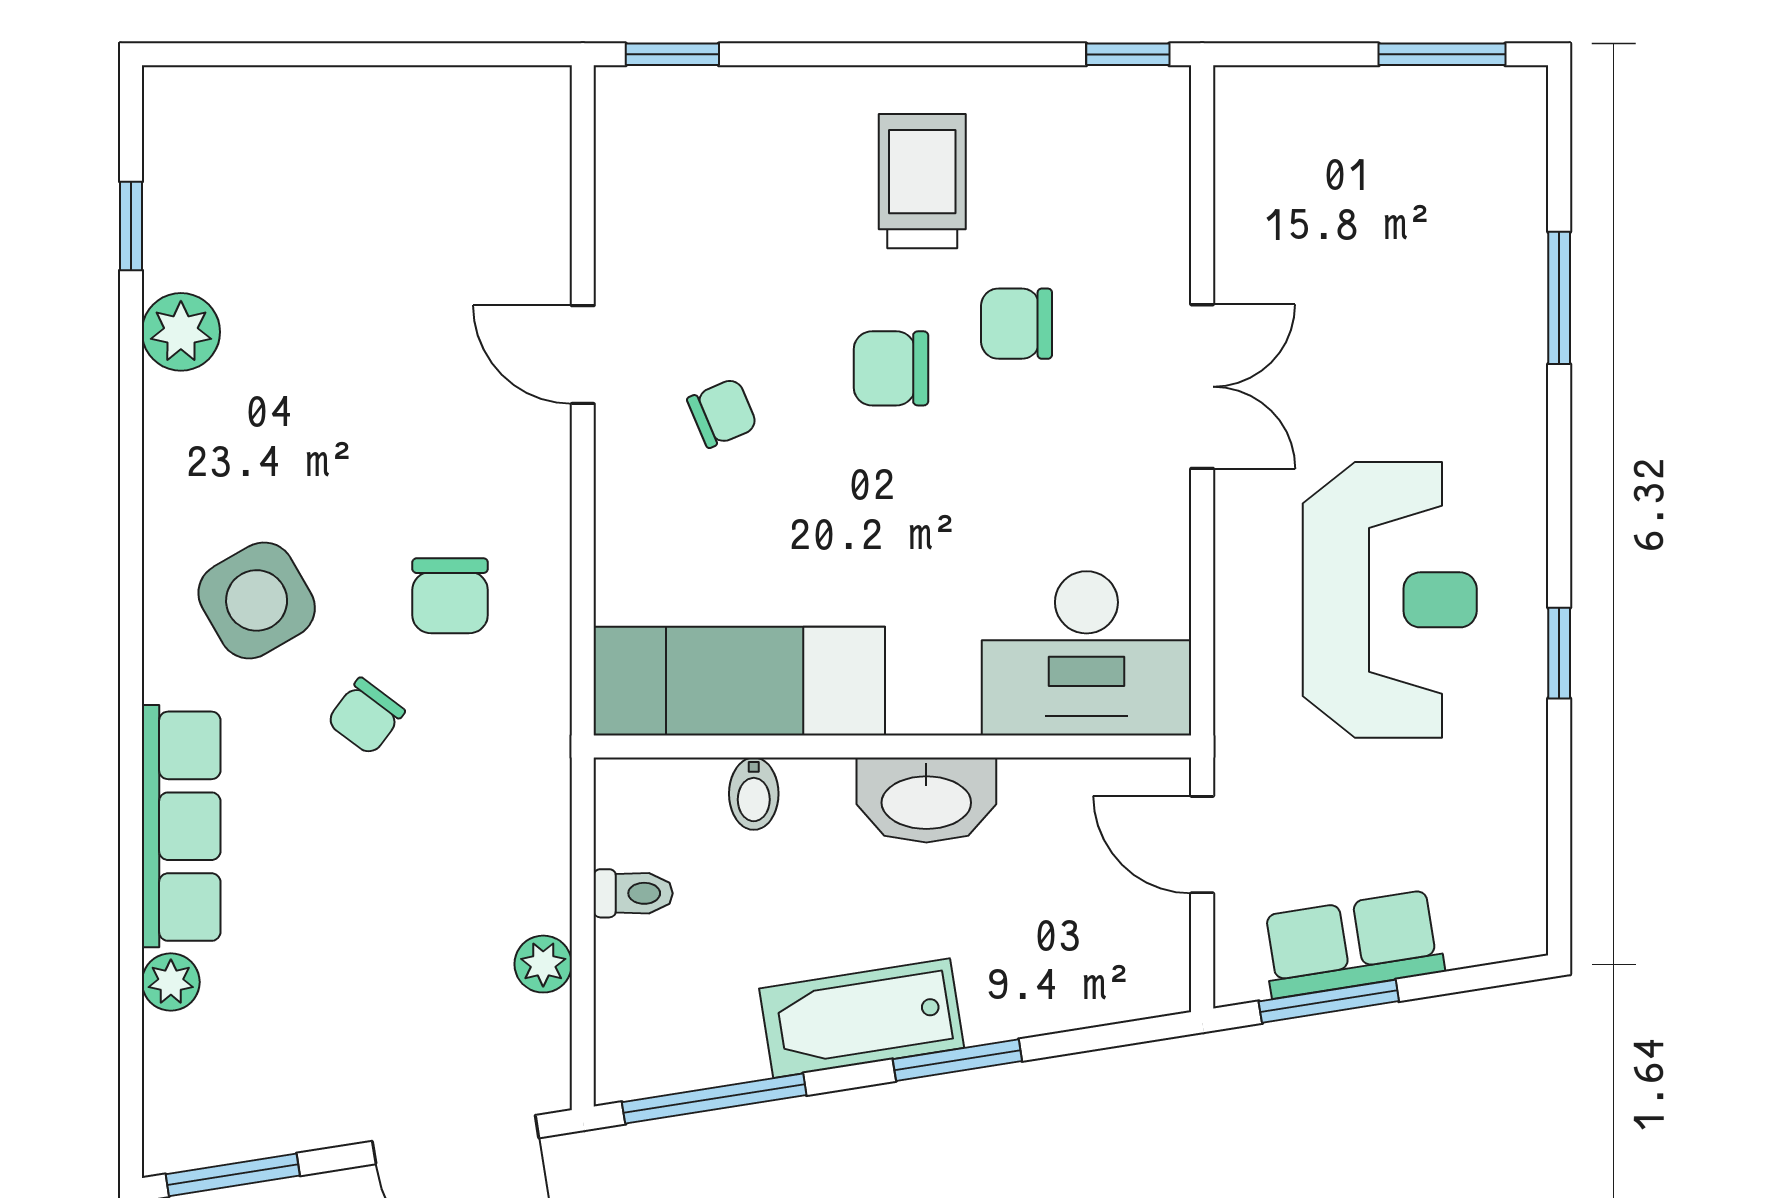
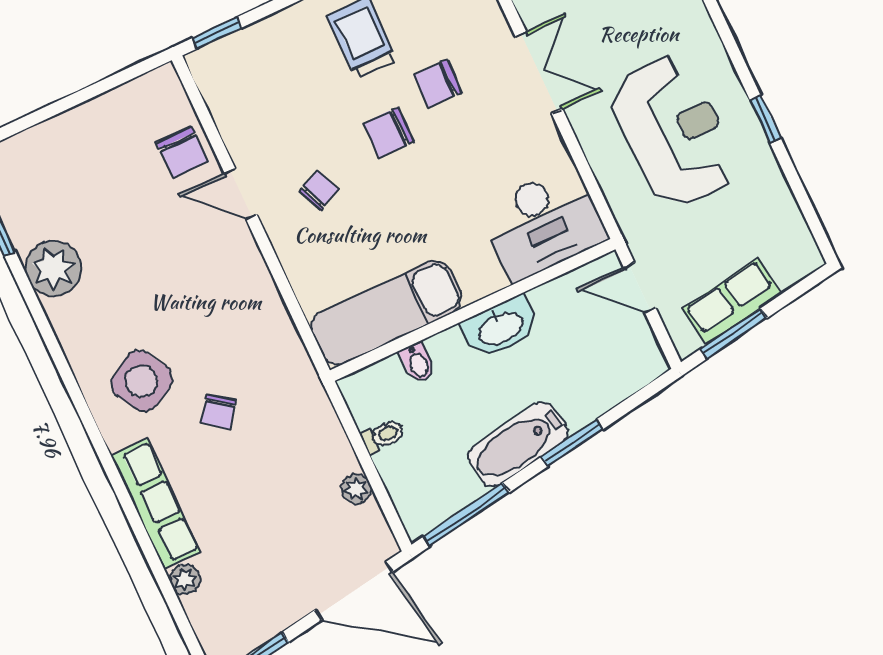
plant: (181, 332) -> (54, 268), width x1.36, depth x1.36
chair: (450, 596) -> (183, 152), moved

